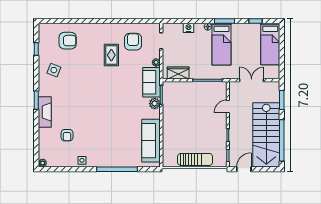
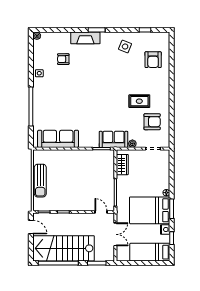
nightstand: (188, 28) -> (165, 230), moved
bed: (222, 44) -> (150, 210), width x1.50
plant: (155, 104) -> (93, 142), removed
door: (228, 106) -> (101, 212), moved

